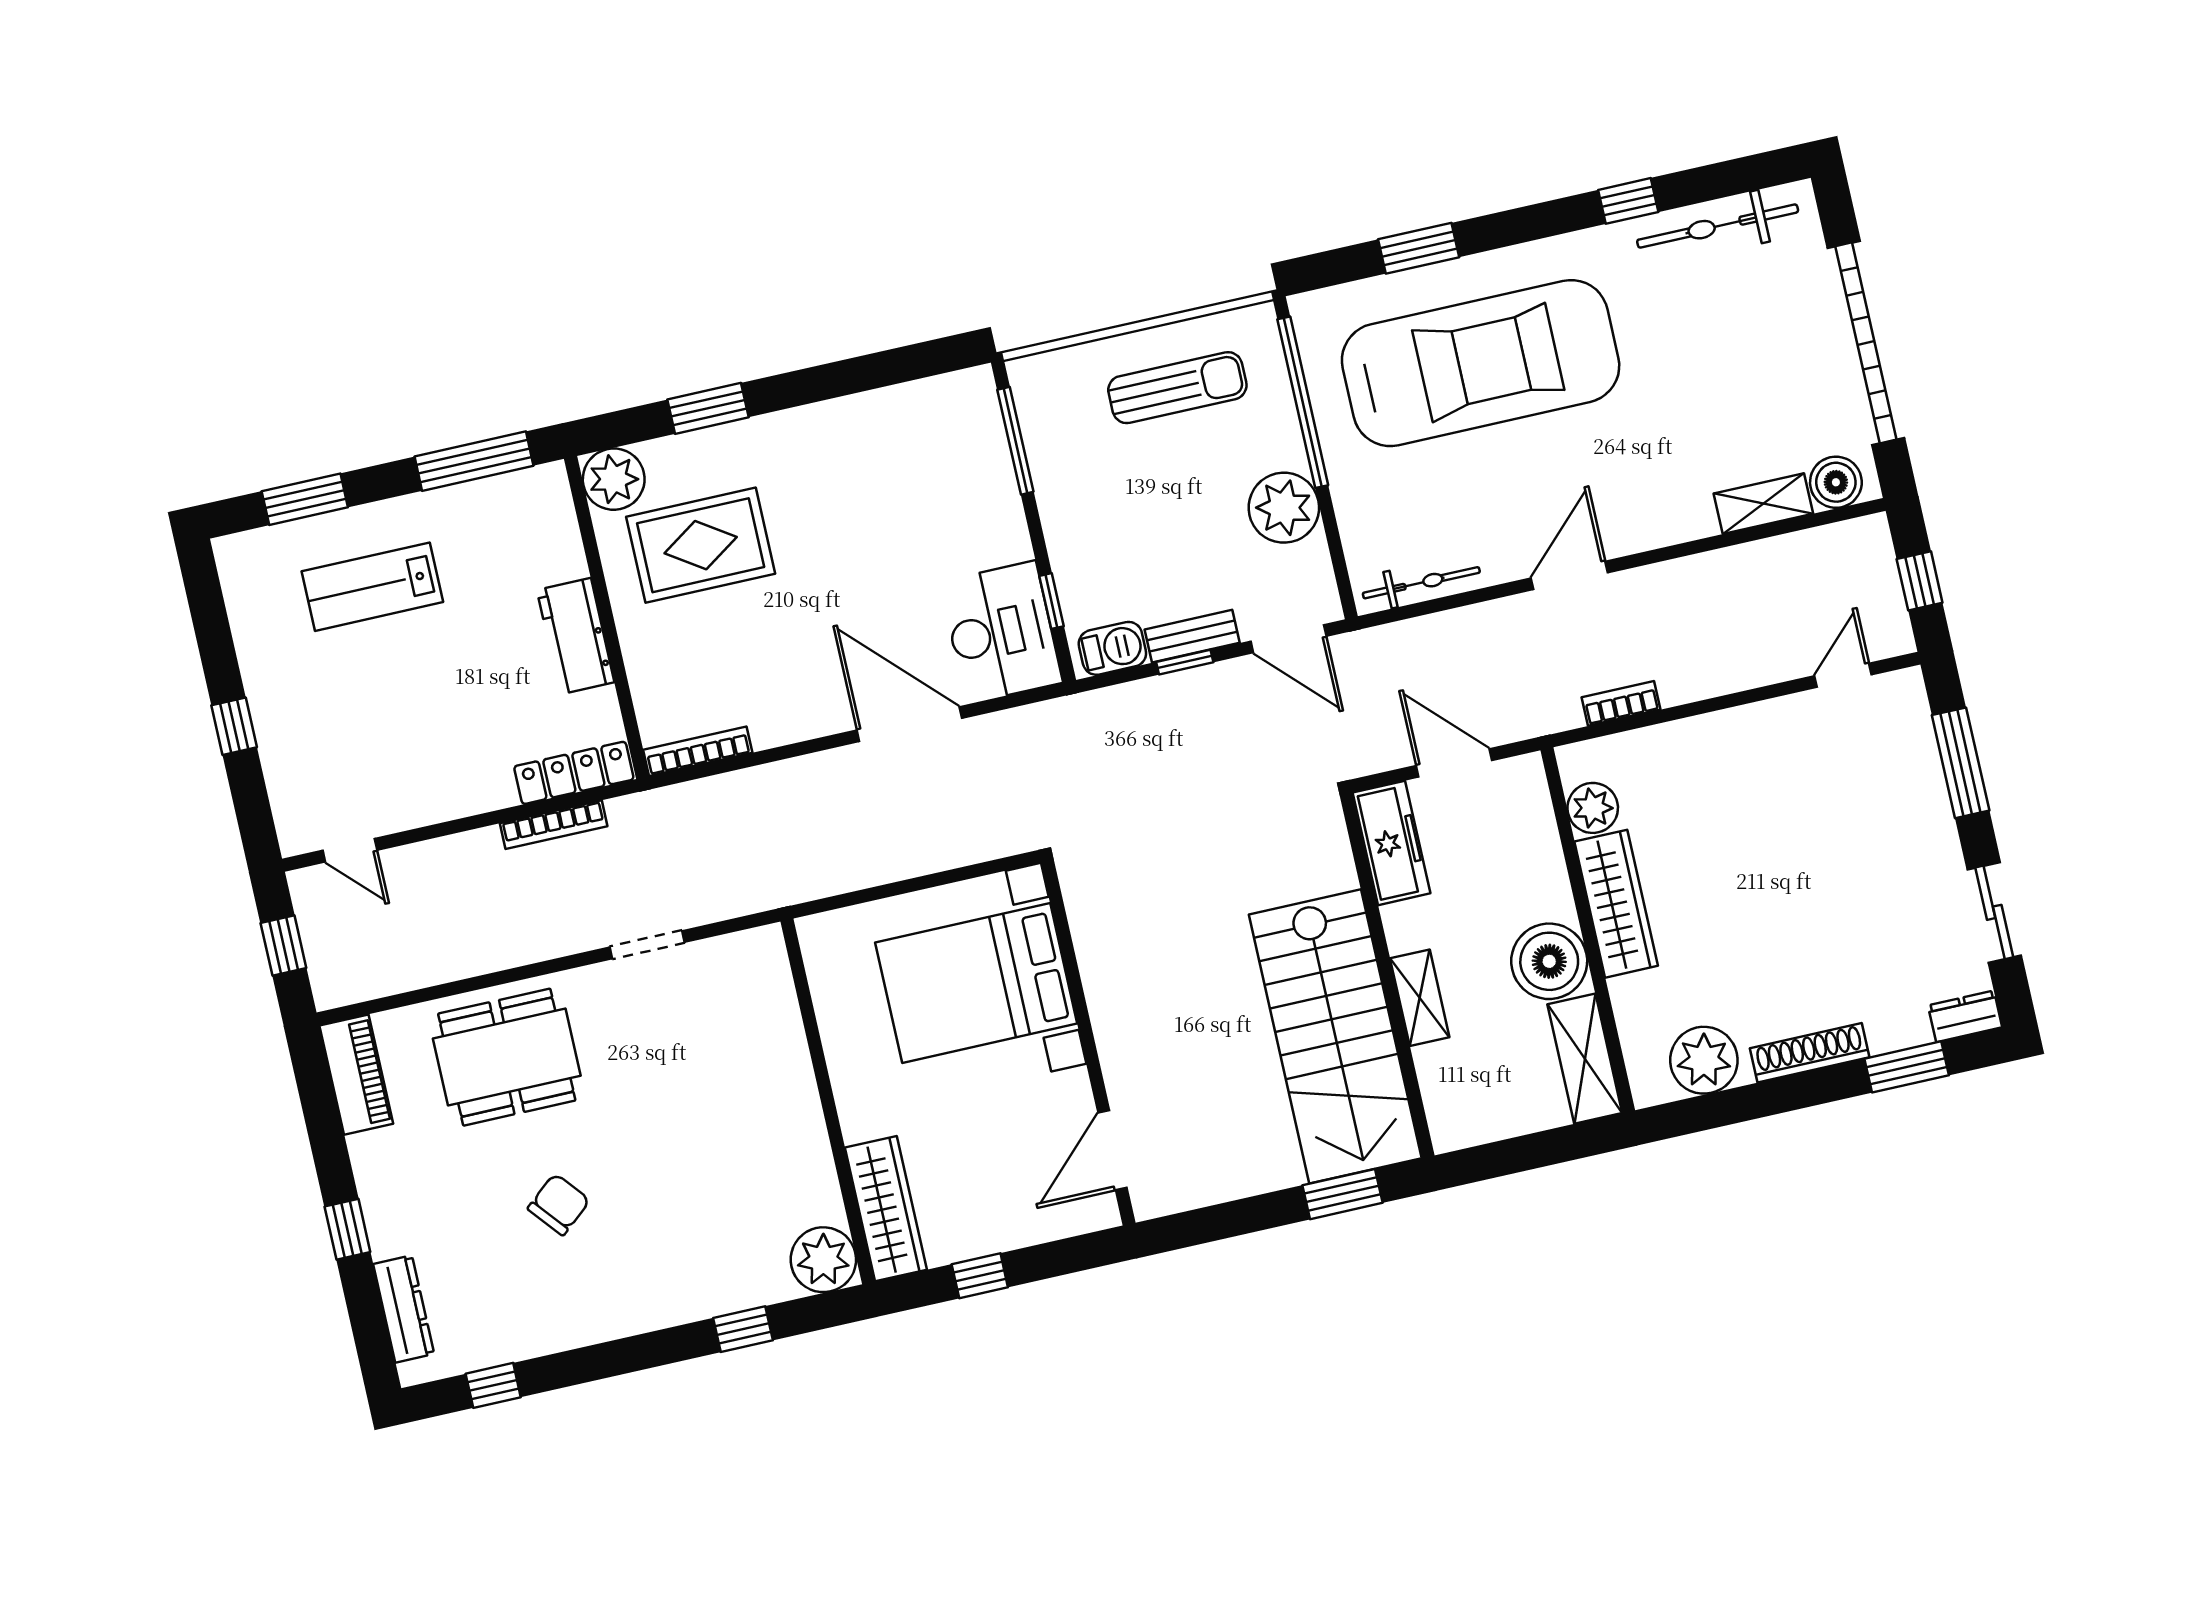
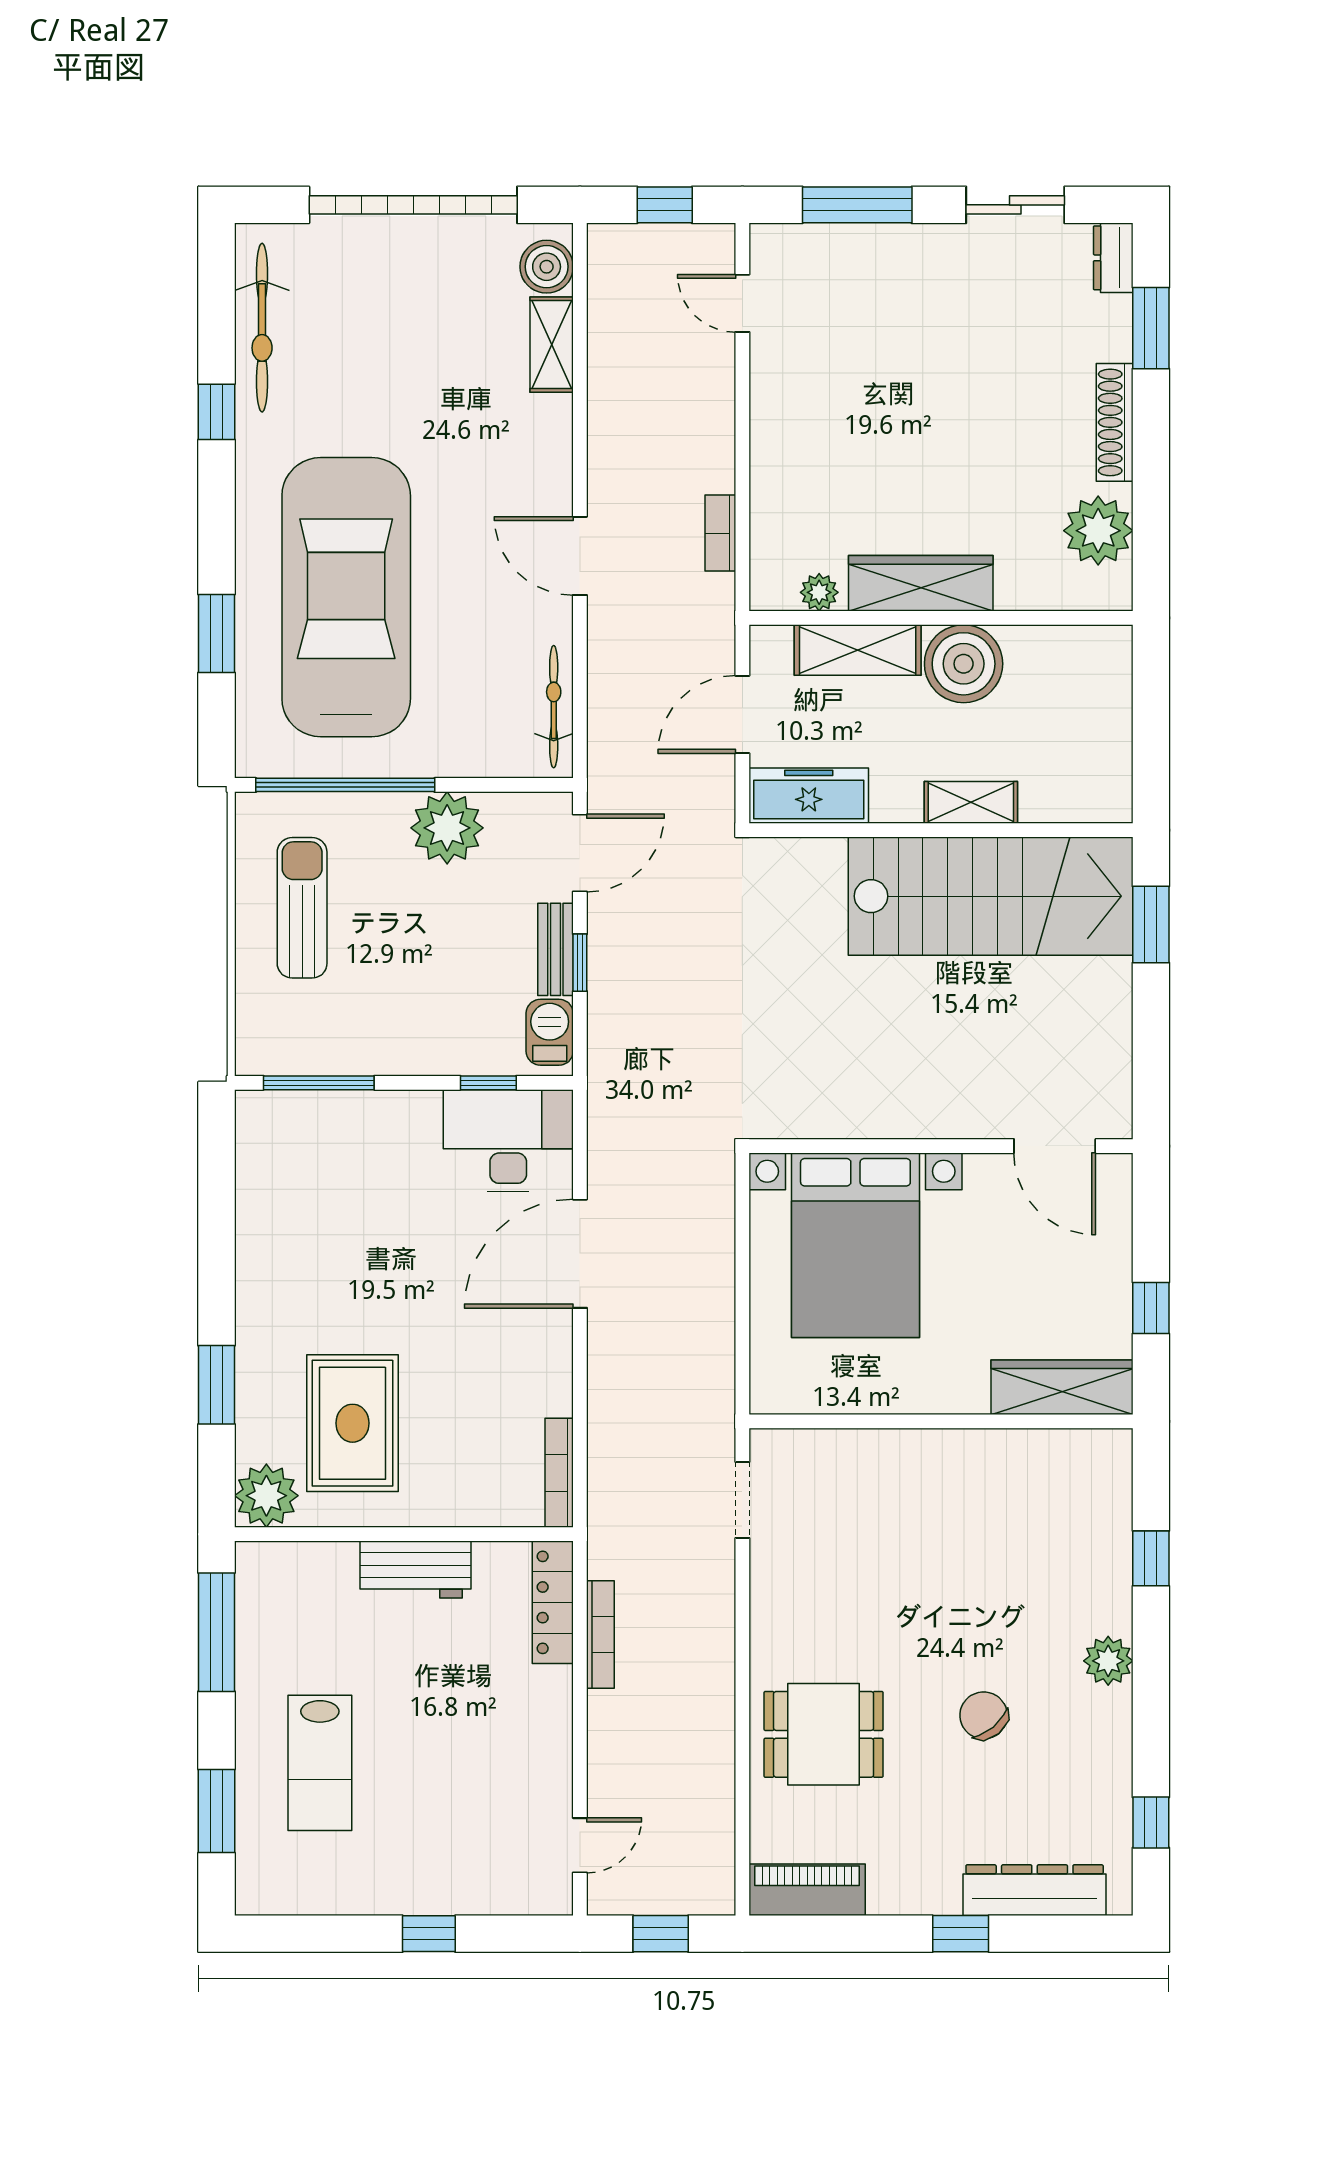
plant: (1593, 808) -> (819, 592), width x0.73, depth x0.73
doorway: (647, 945) -> (742, 1500), moved
dining table: (507, 1057) -> (824, 1734), width x0.73
shelving: (1585, 1059) -> (858, 650), moved
plant: (823, 1260) -> (1108, 1661), moved, width x0.73, depth x0.73
dresser: (404, 1309) -> (1035, 1890), width x1.37, depth x1.24

